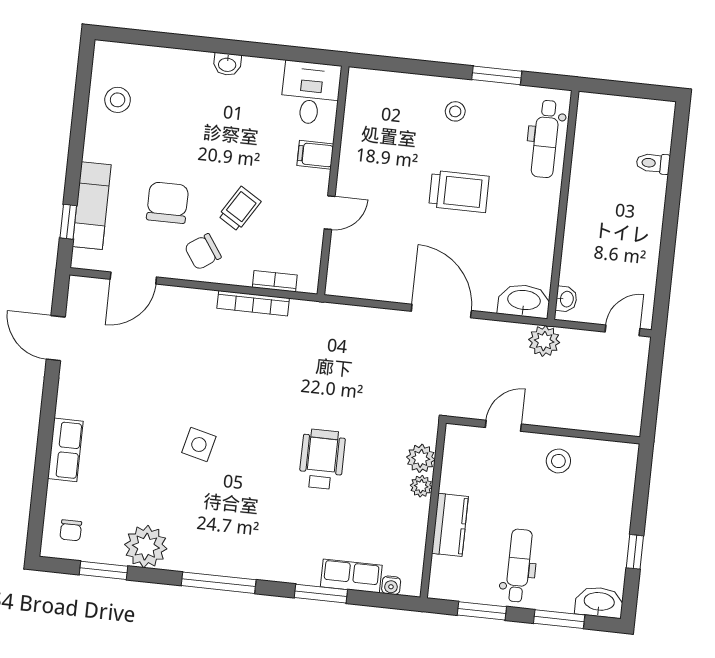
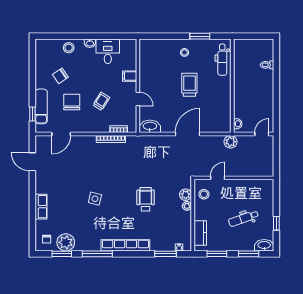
desk: (311, 93) -> (108, 51), moved
stool: (118, 100) -> (69, 48), moved
trolley: (459, 191) -> (189, 85), turned -90
door: (330, 213) -> (138, 99), hinge flipped
chair: (203, 252) -> (60, 76), moved
washbasin: (524, 301) -> (150, 126), moved
door: (441, 311) -> (188, 134), hinge flipped
stool: (558, 461) -> (204, 194), moved
kitchen counter: (450, 525) -> (200, 233), moved
plant: (146, 547) -> (66, 242), moved
dental chair: (519, 566) -> (243, 218), moved, turned -109
row of seats: (351, 576) -> (125, 245), moved, width x2.02
window: (219, 583) -> (97, 254), moved
window: (321, 594) -> (165, 254), moved

